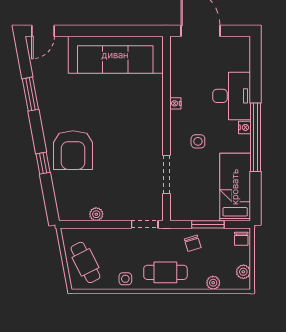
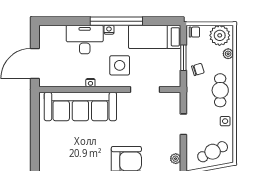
sofa: (115, 55) -> (80, 106), moved, turned 90
side table: (198, 141) -> (120, 65), width x1.87, depth x1.87
plant: (96, 214) -> (176, 159), moved
doorway: (145, 224) -> (183, 124), moved
plant: (243, 272) -> (220, 35), width x1.87, depth x1.87

